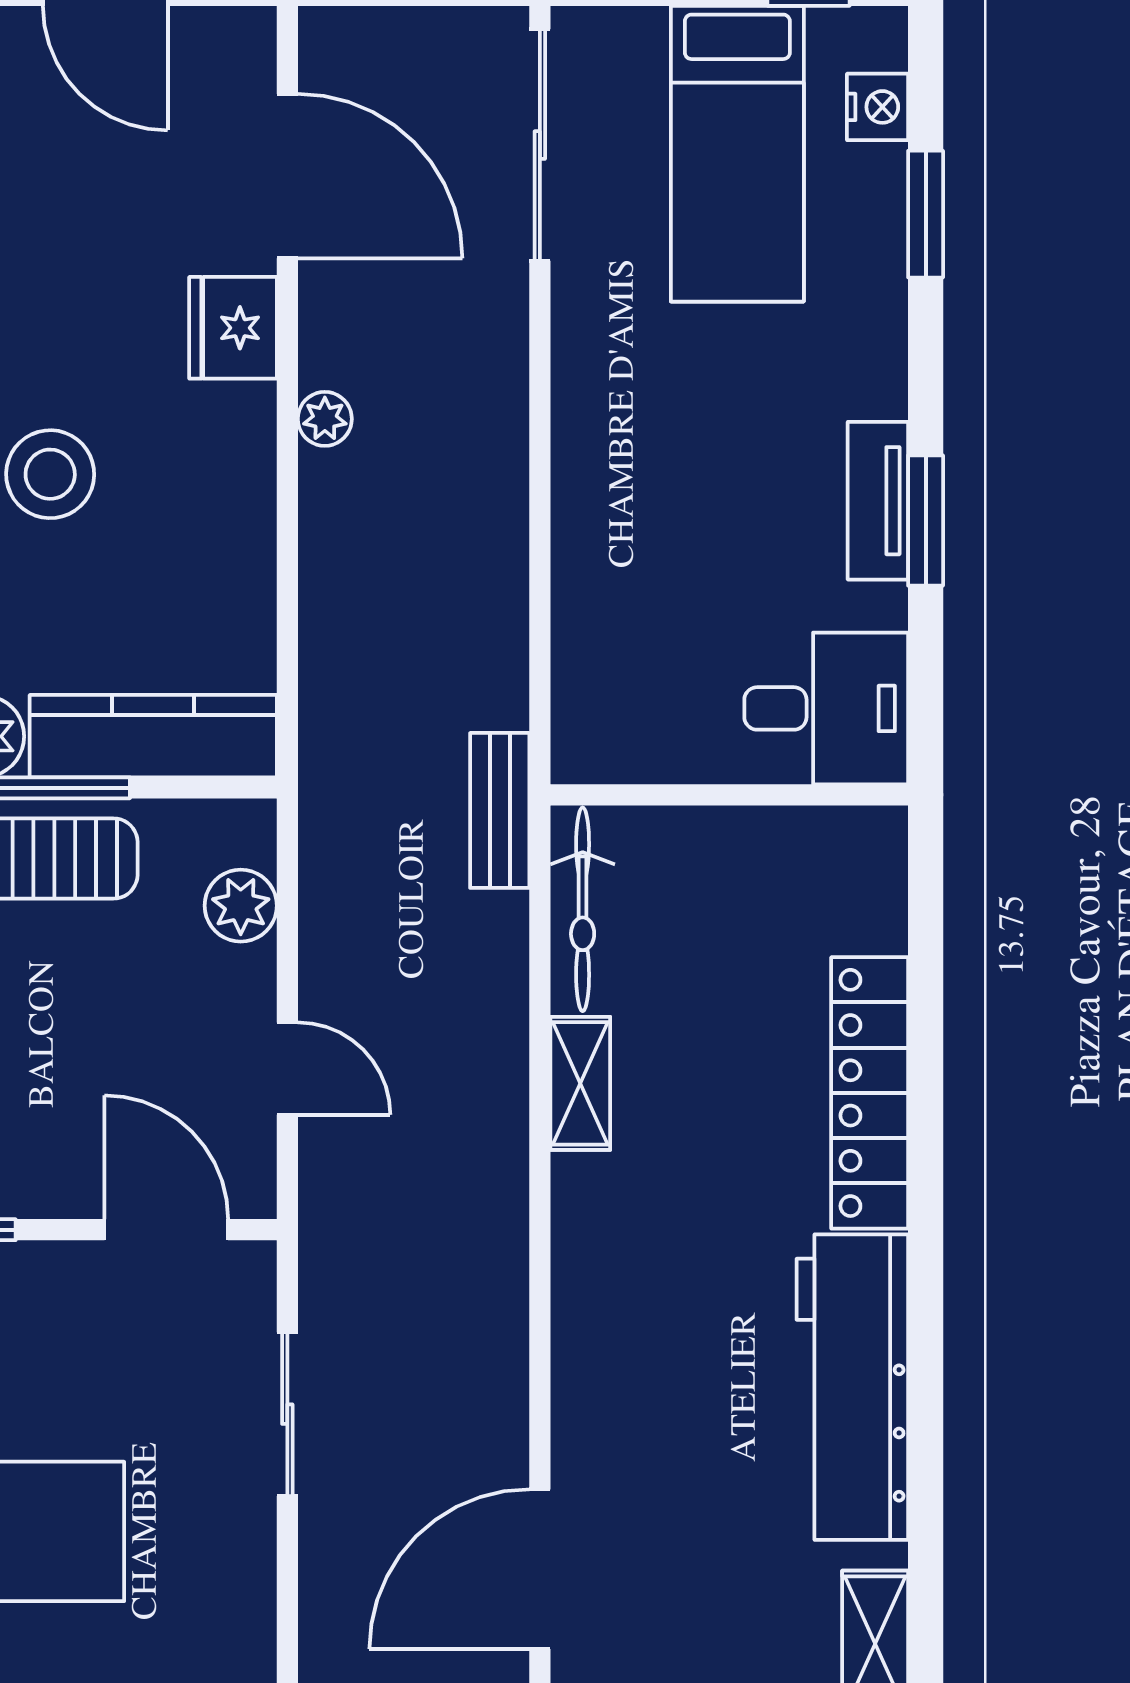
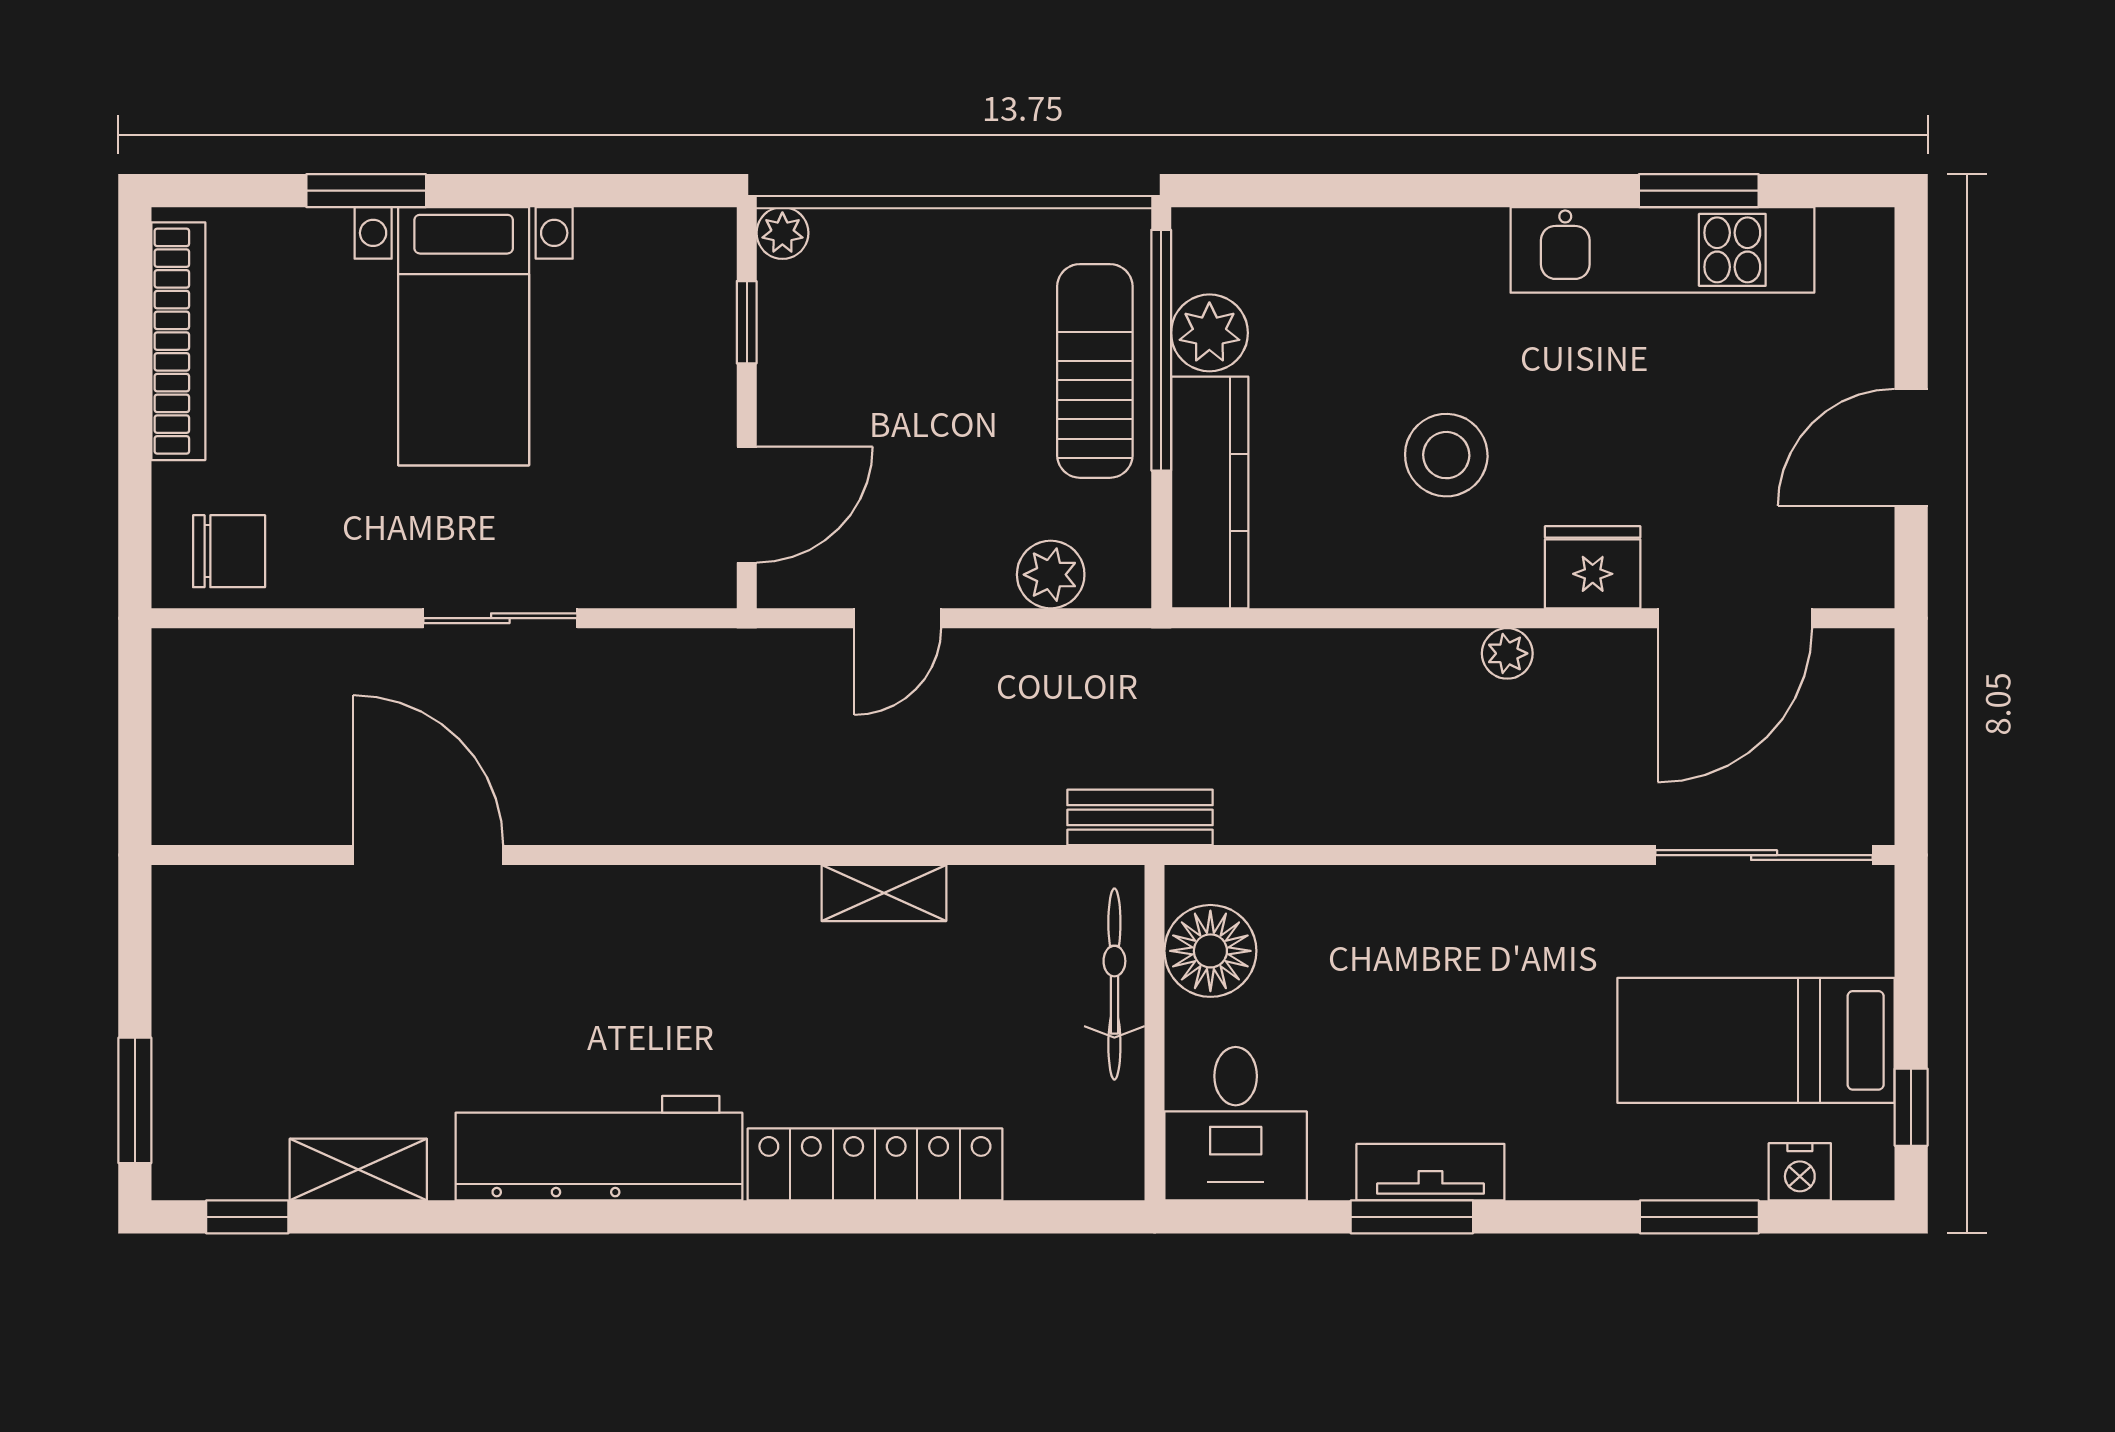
stool: (50, 474) -> (1446, 455), moved
floor lamp: (642, 735) -> (1210, 951), added
bicycle: (583, 909) -> (1114, 984), moved, turned 90
sliding door: (287, 1414) -> (500, 618), moved

